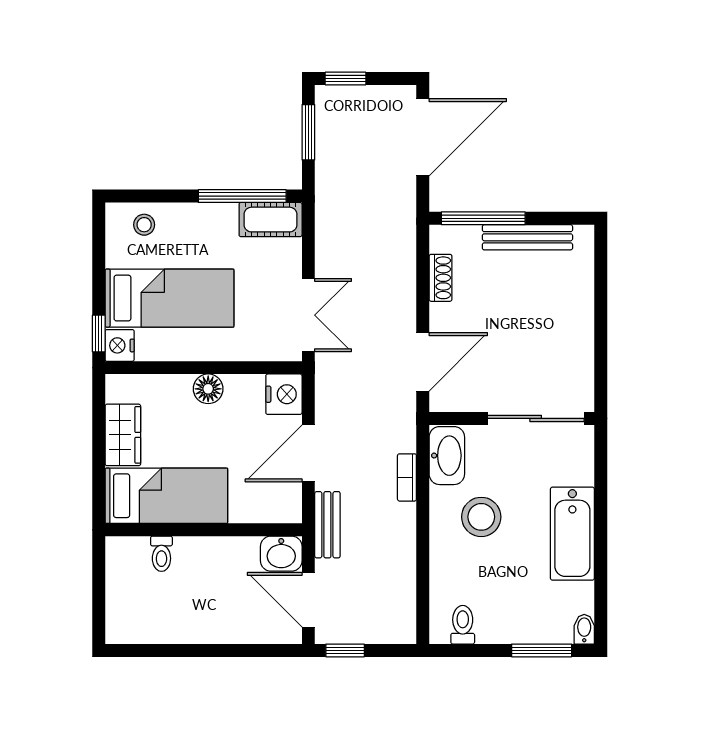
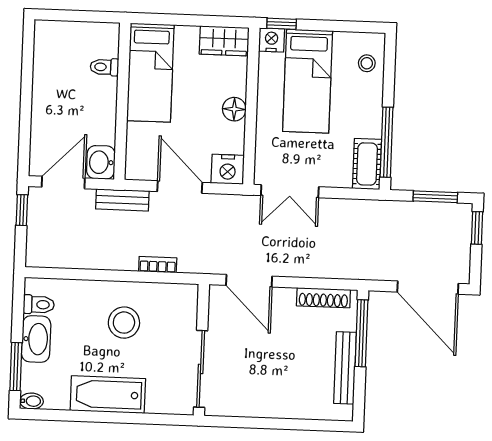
shoe rack: (441, 278) -> (323, 298), width x1.43
wardrobe: (123, 435) -> (224, 41), moved
washbasin: (447, 456) -> (36, 339), moved, turned -90

